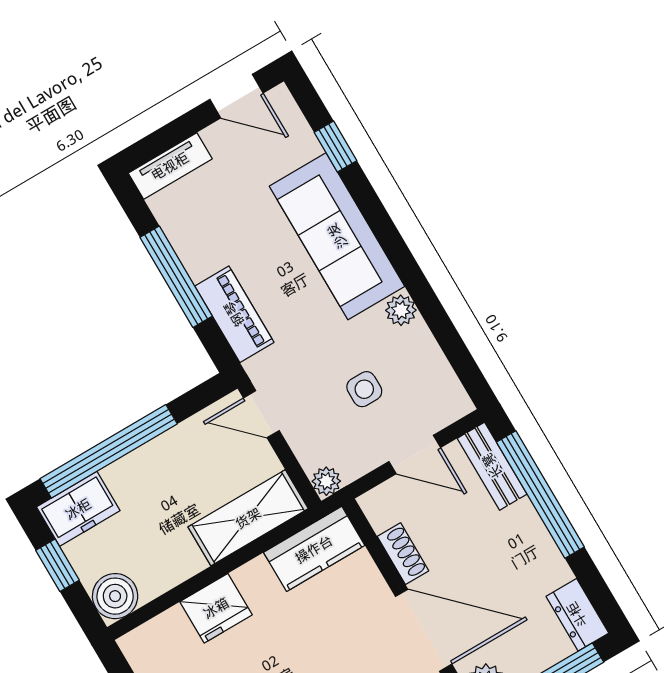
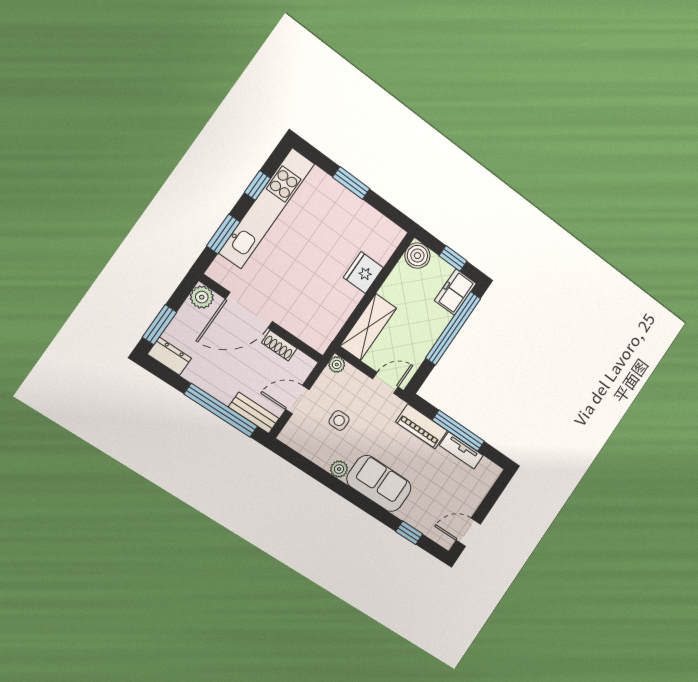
tv unit: (170, 166) -> (461, 450), moved, turned -90
sofa: (337, 236) -> (379, 484), width x0.73
kitchen counter: (314, 549) -> (327, 327), removed

